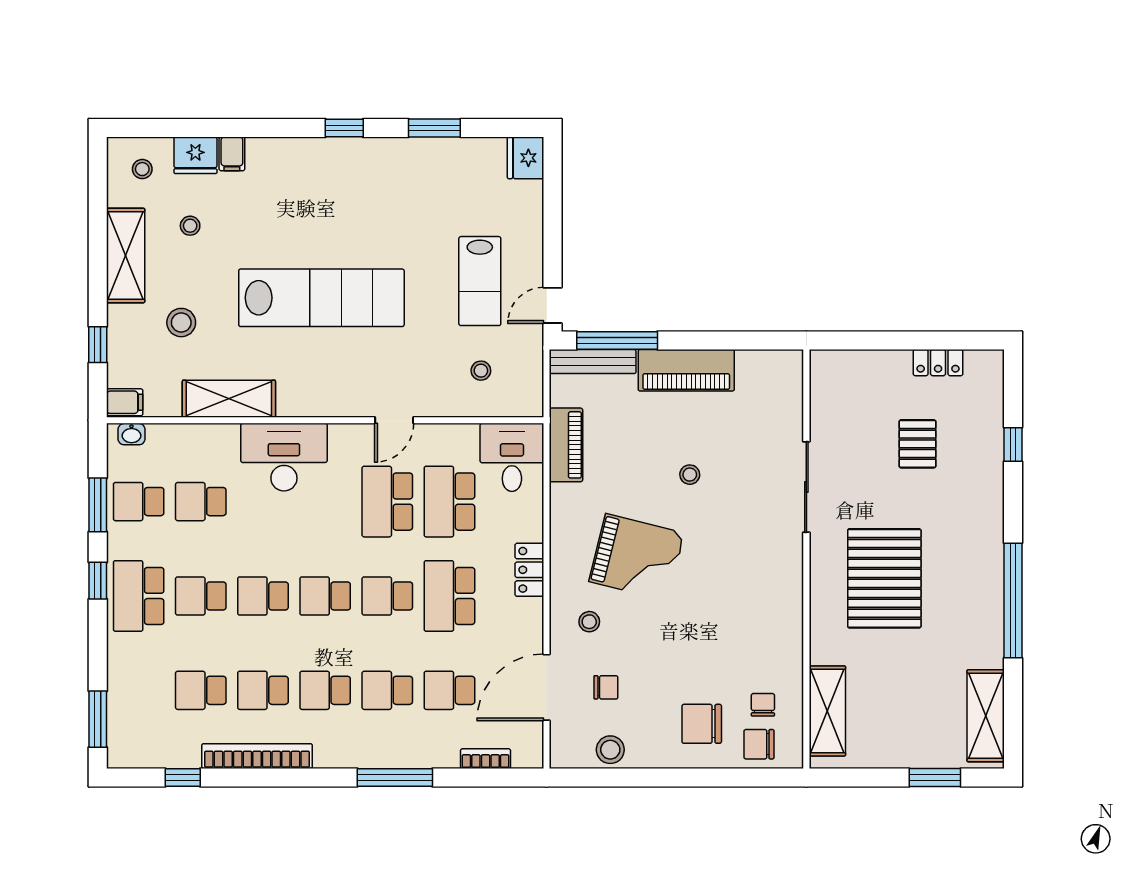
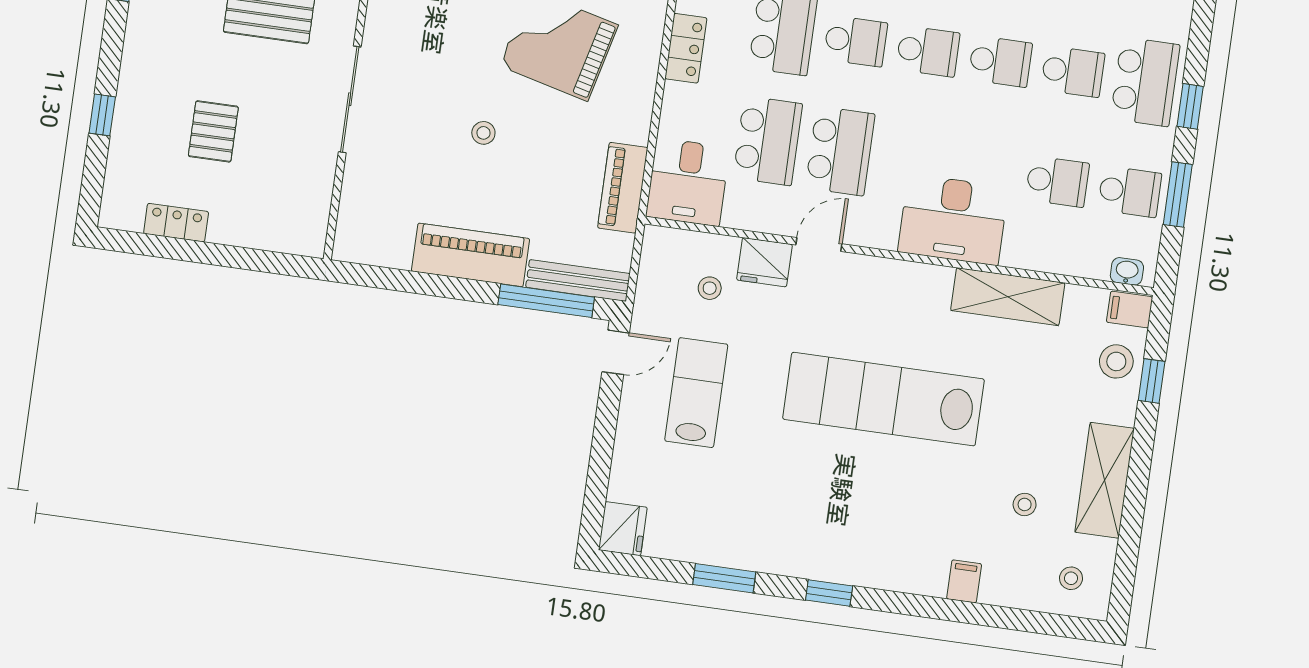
fridge: (195, 155) -> (764, 262), moved, turned 180
stool: (181, 323) -> (1116, 361), moved

